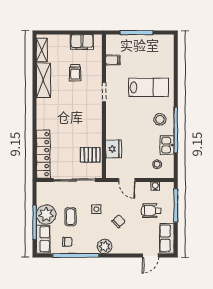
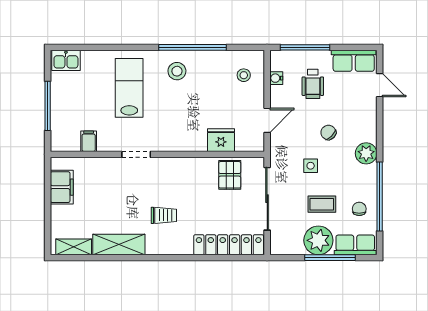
trolley: (75, 73) -> (164, 215), moved
kitchen sink: (167, 145) -> (66, 60), moved

